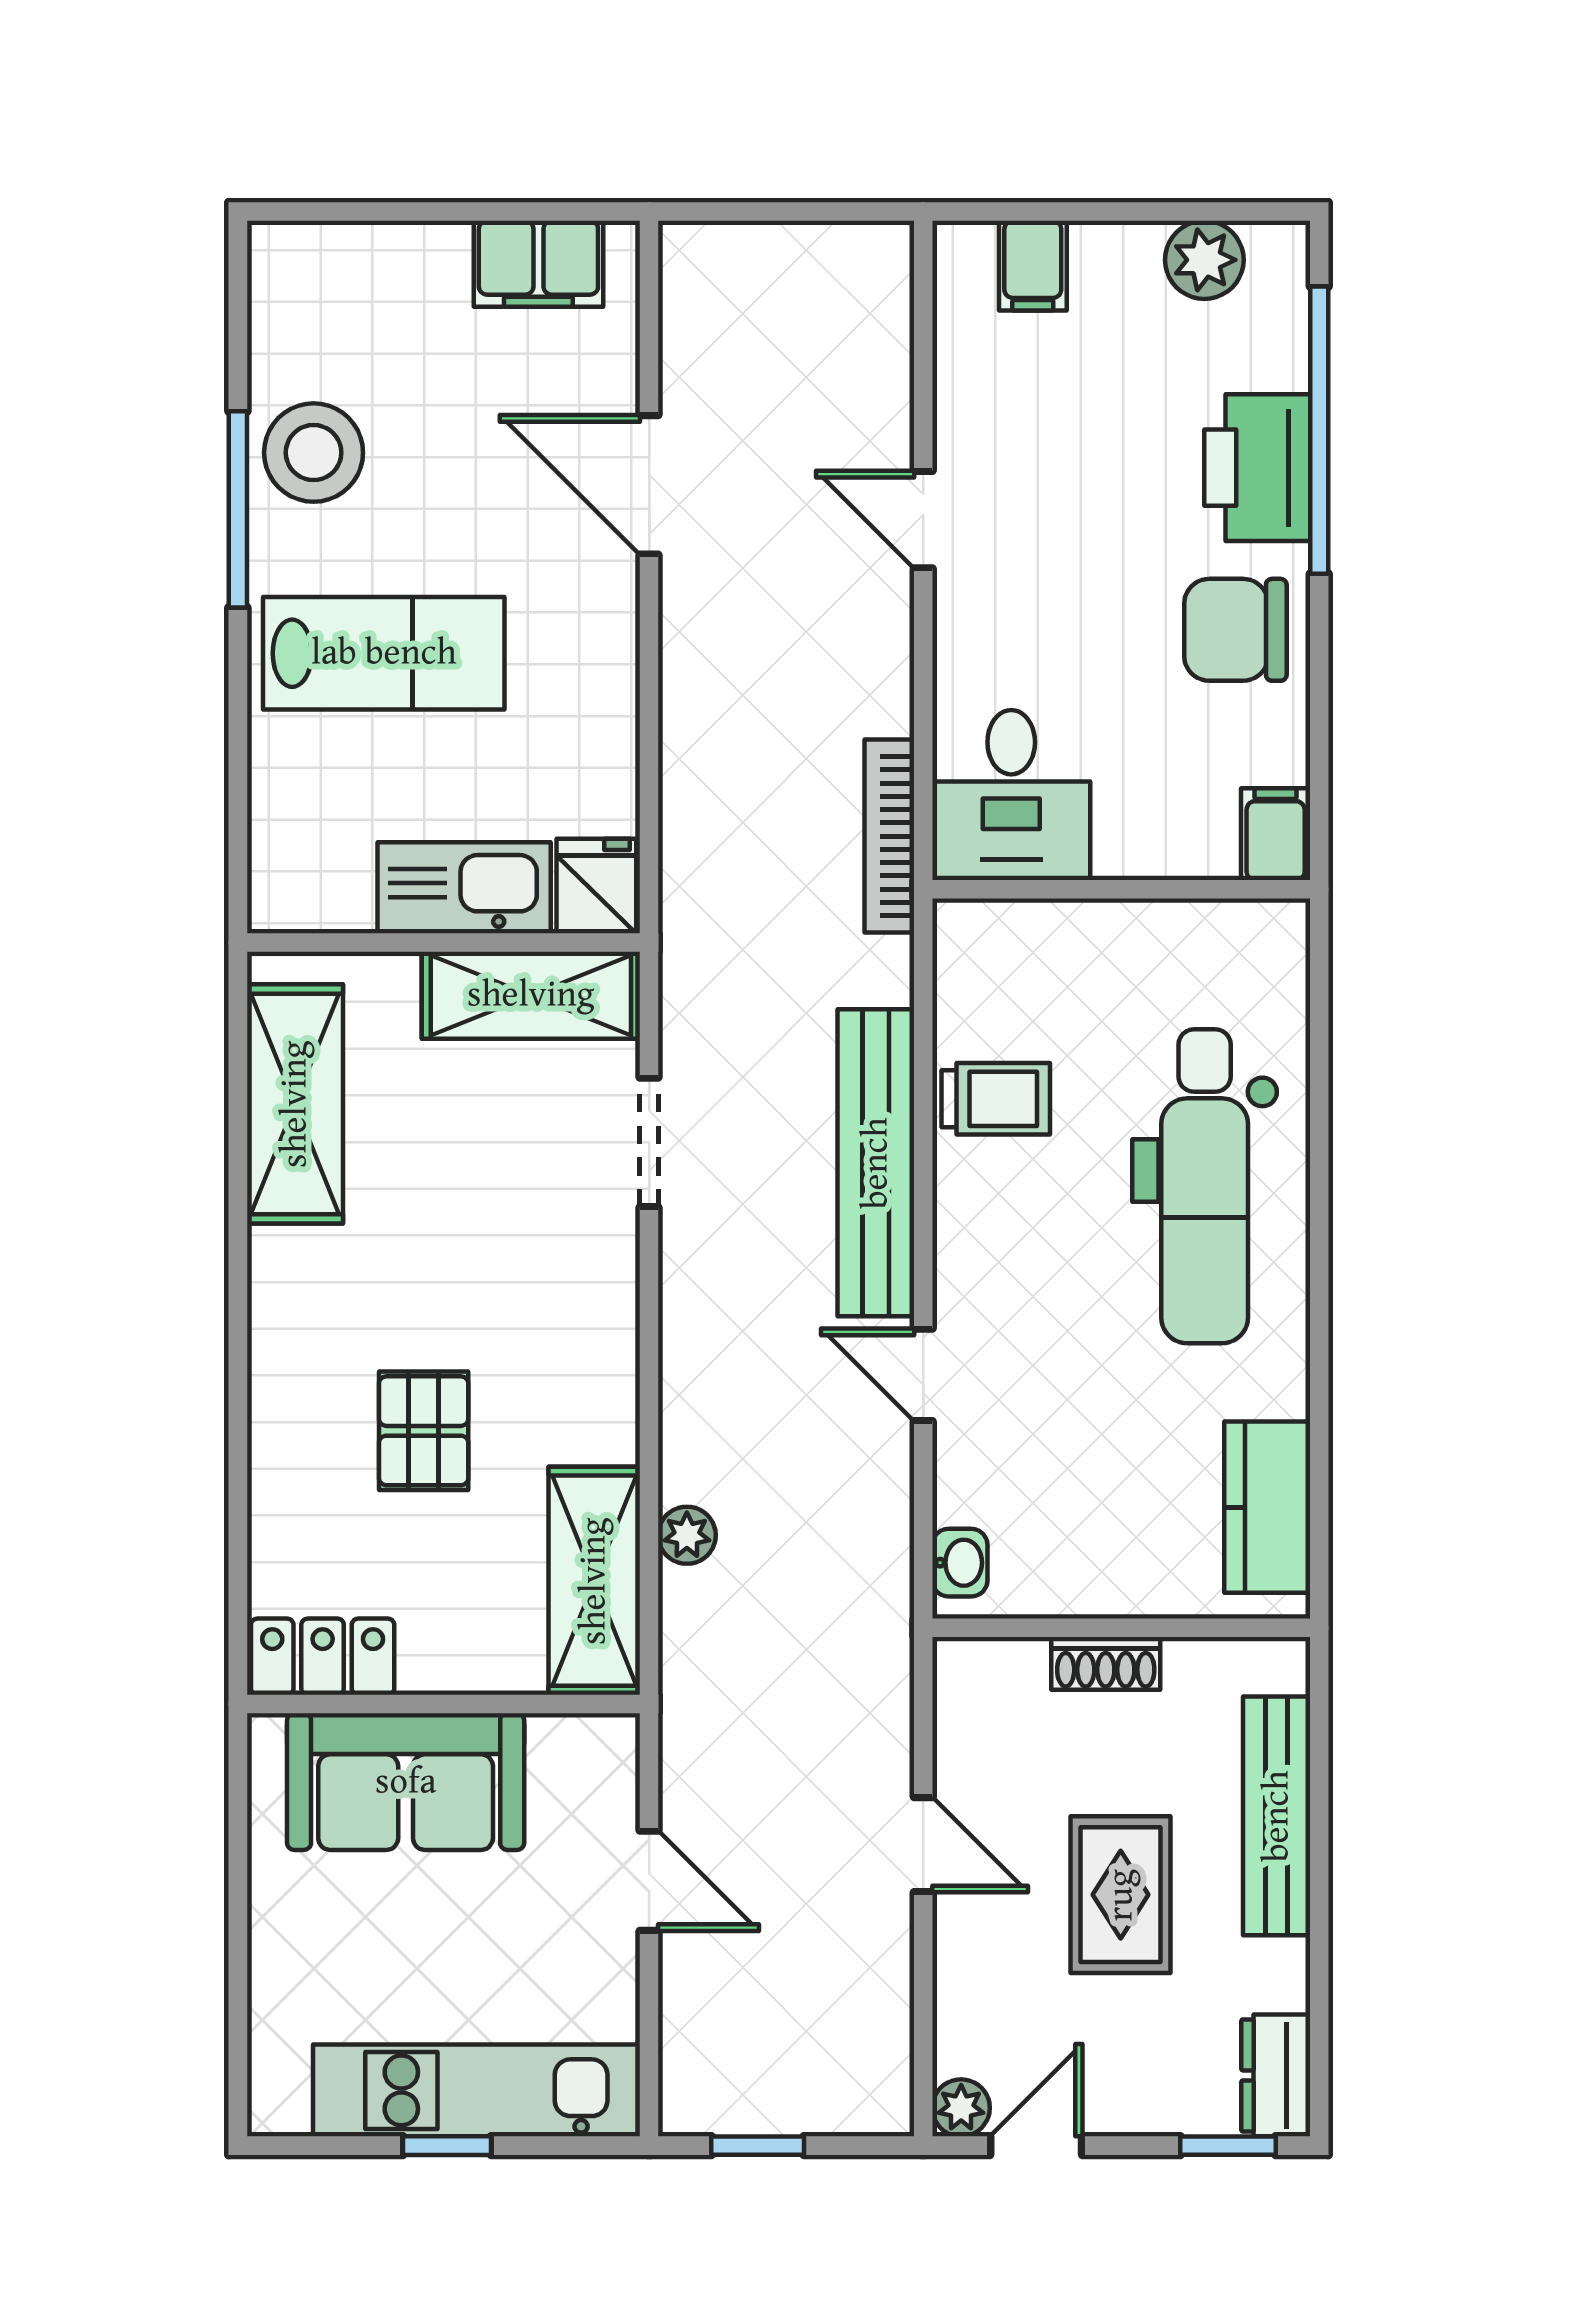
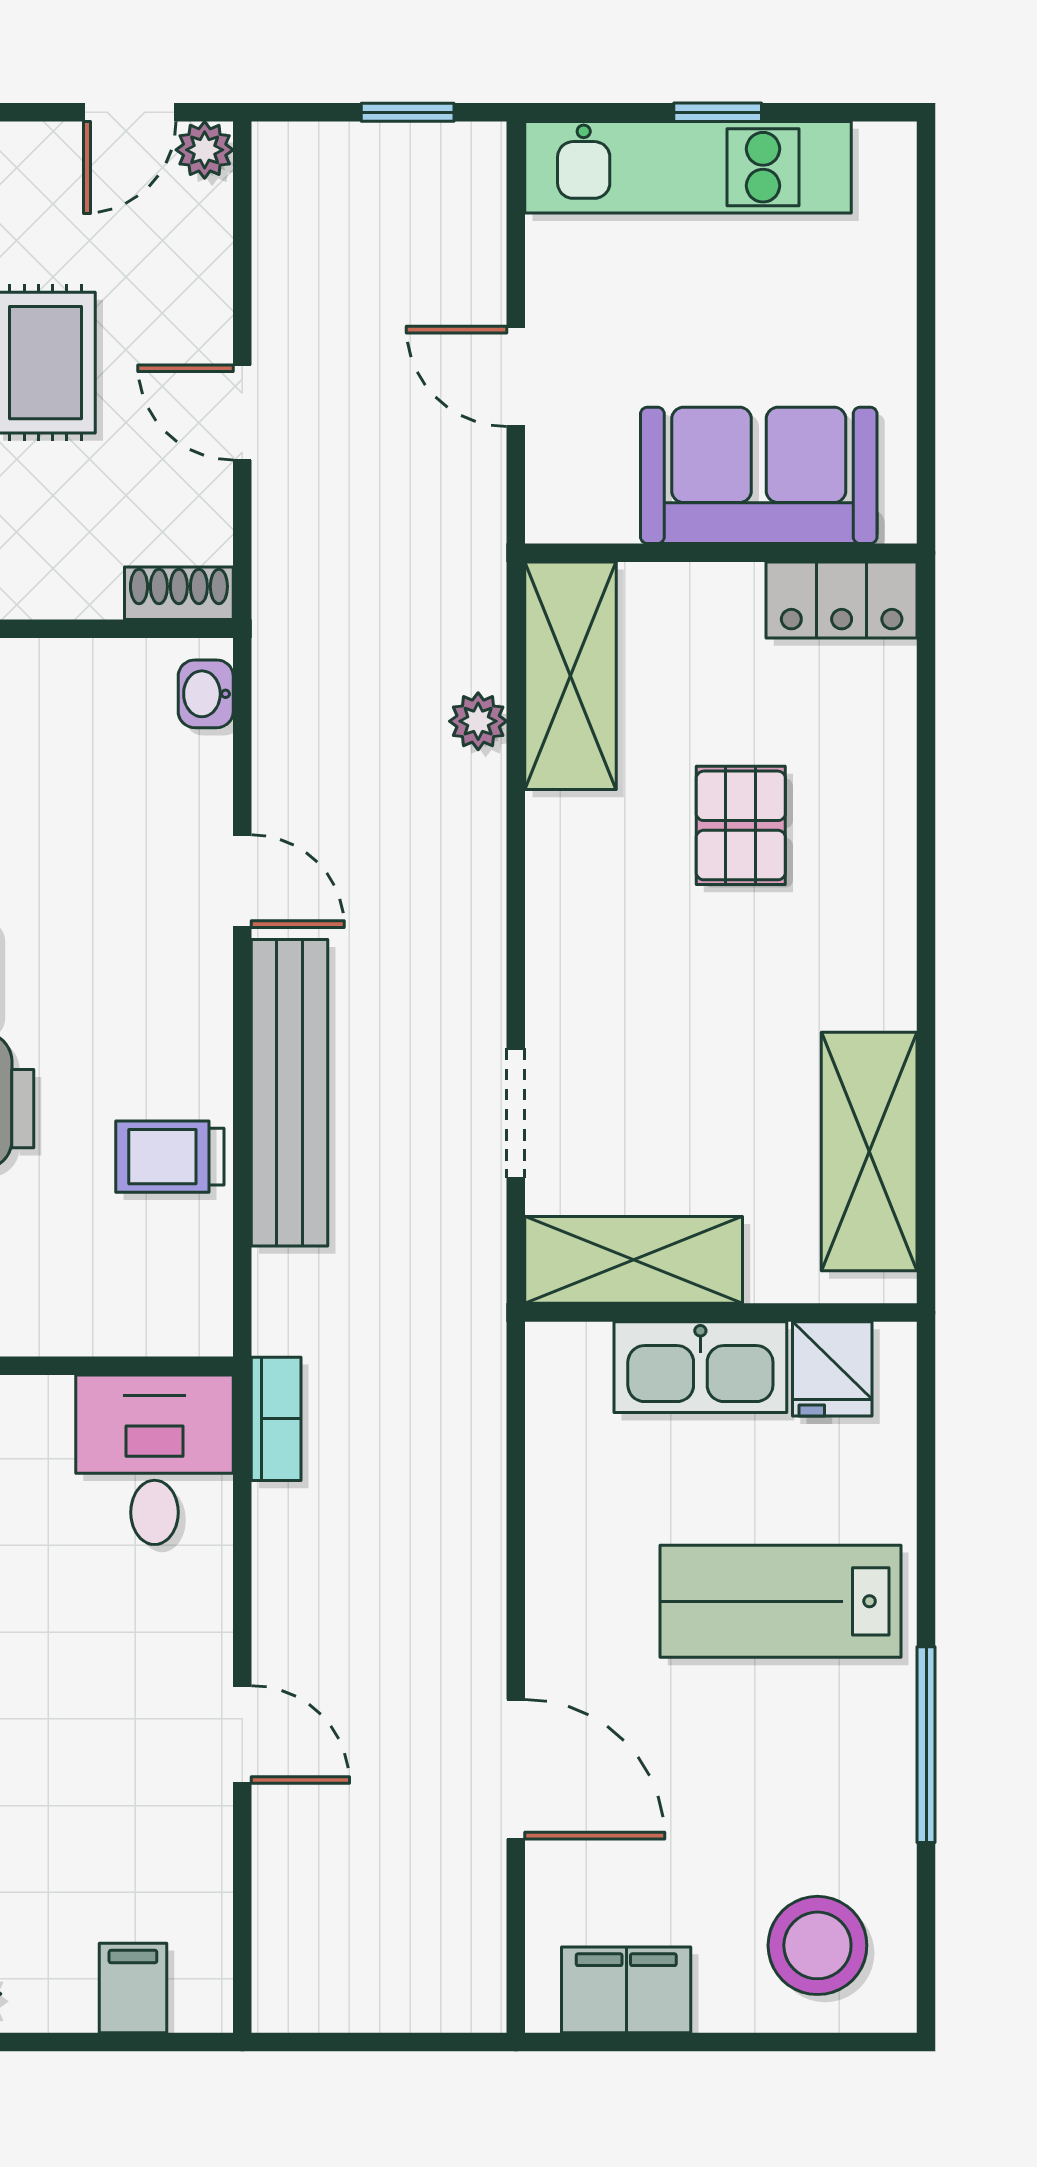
stool: (314, 453) -> (817, 1945), moved
bookcase: (889, 836) -> (276, 1419), width x0.64
fridge: (596, 886) -> (832, 1369), moved
shoe rack: (1106, 1663) -> (179, 593), moved

